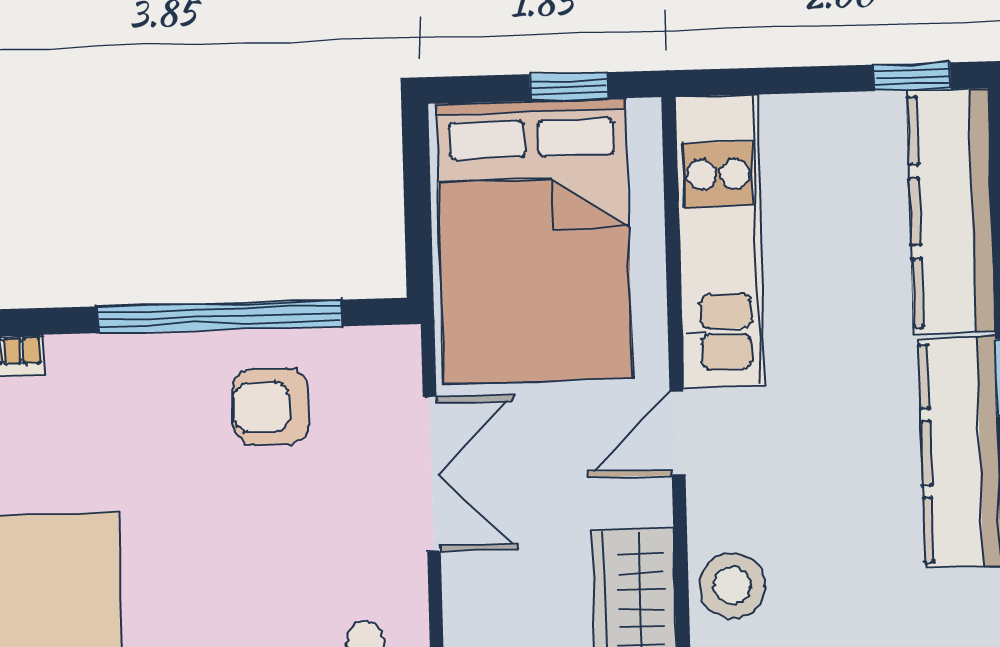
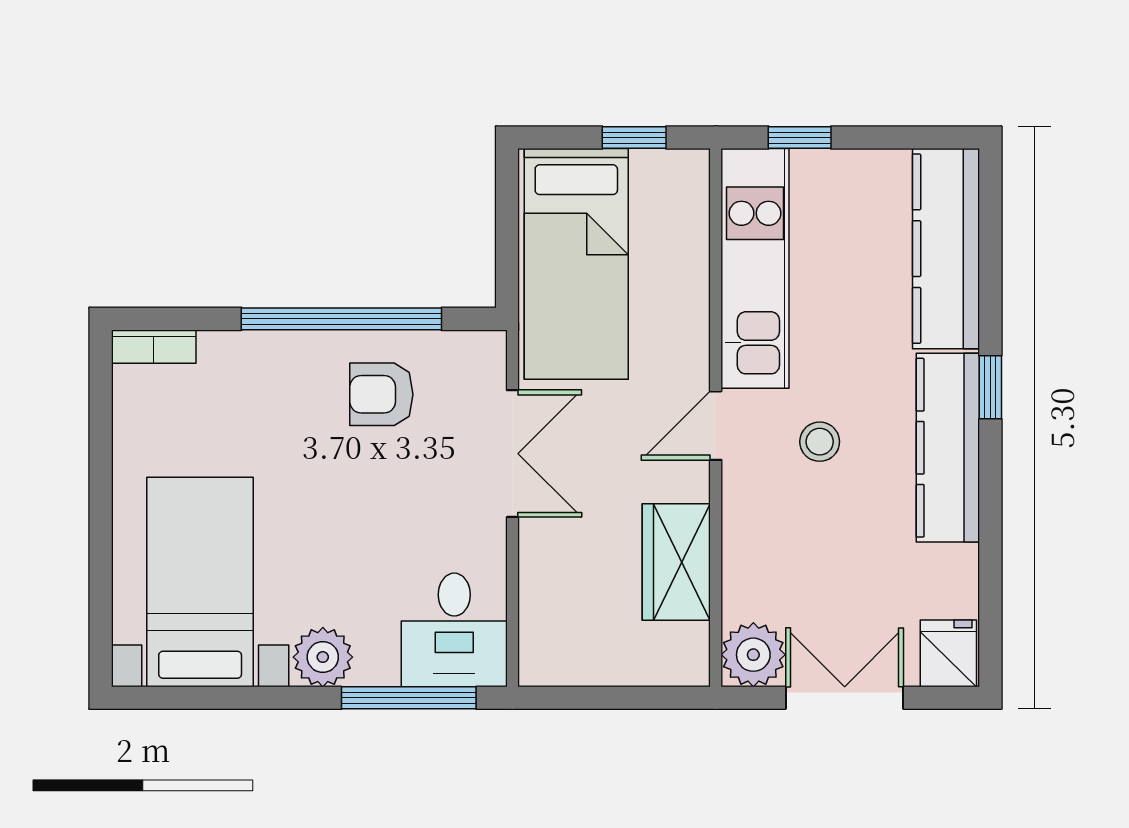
window: (912, 77) -> (800, 138), moved
bed: (534, 241) -> (576, 264), width x0.67
stool: (732, 585) -> (820, 442), moved, width x0.73, depth x0.73

